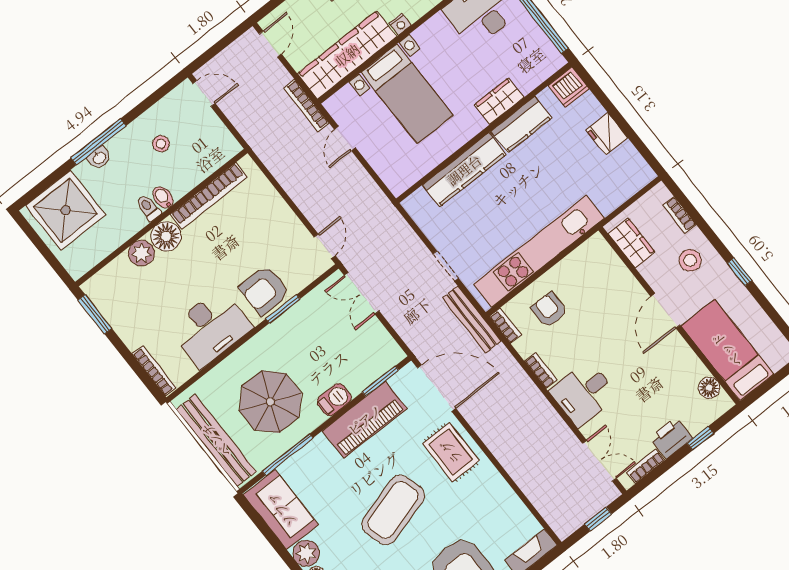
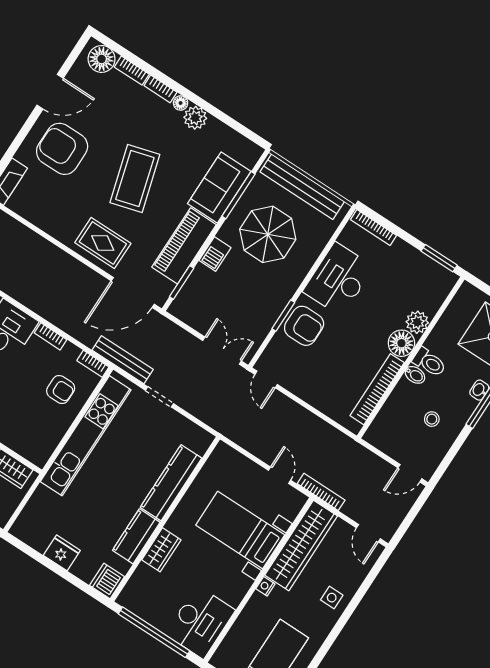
toilet: (148, 208) -> (429, 362), width x1.37, depth x1.39
armchair: (264, 290) -> (304, 326), turned 90
sofa: (281, 510) -> (219, 188), moved, turned 90

